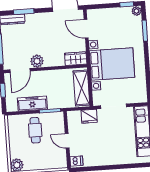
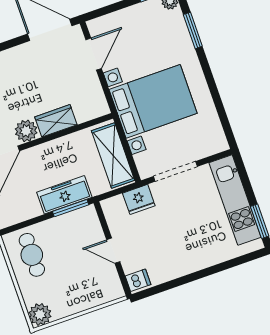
door: (86, 29) -> (94, 54), swing flipped
wardrobe: (76, 59) -> (56, 121), moved
freezer: (32, 104) -> (64, 195), moved
cafe table: (35, 130) -> (32, 255), moved

